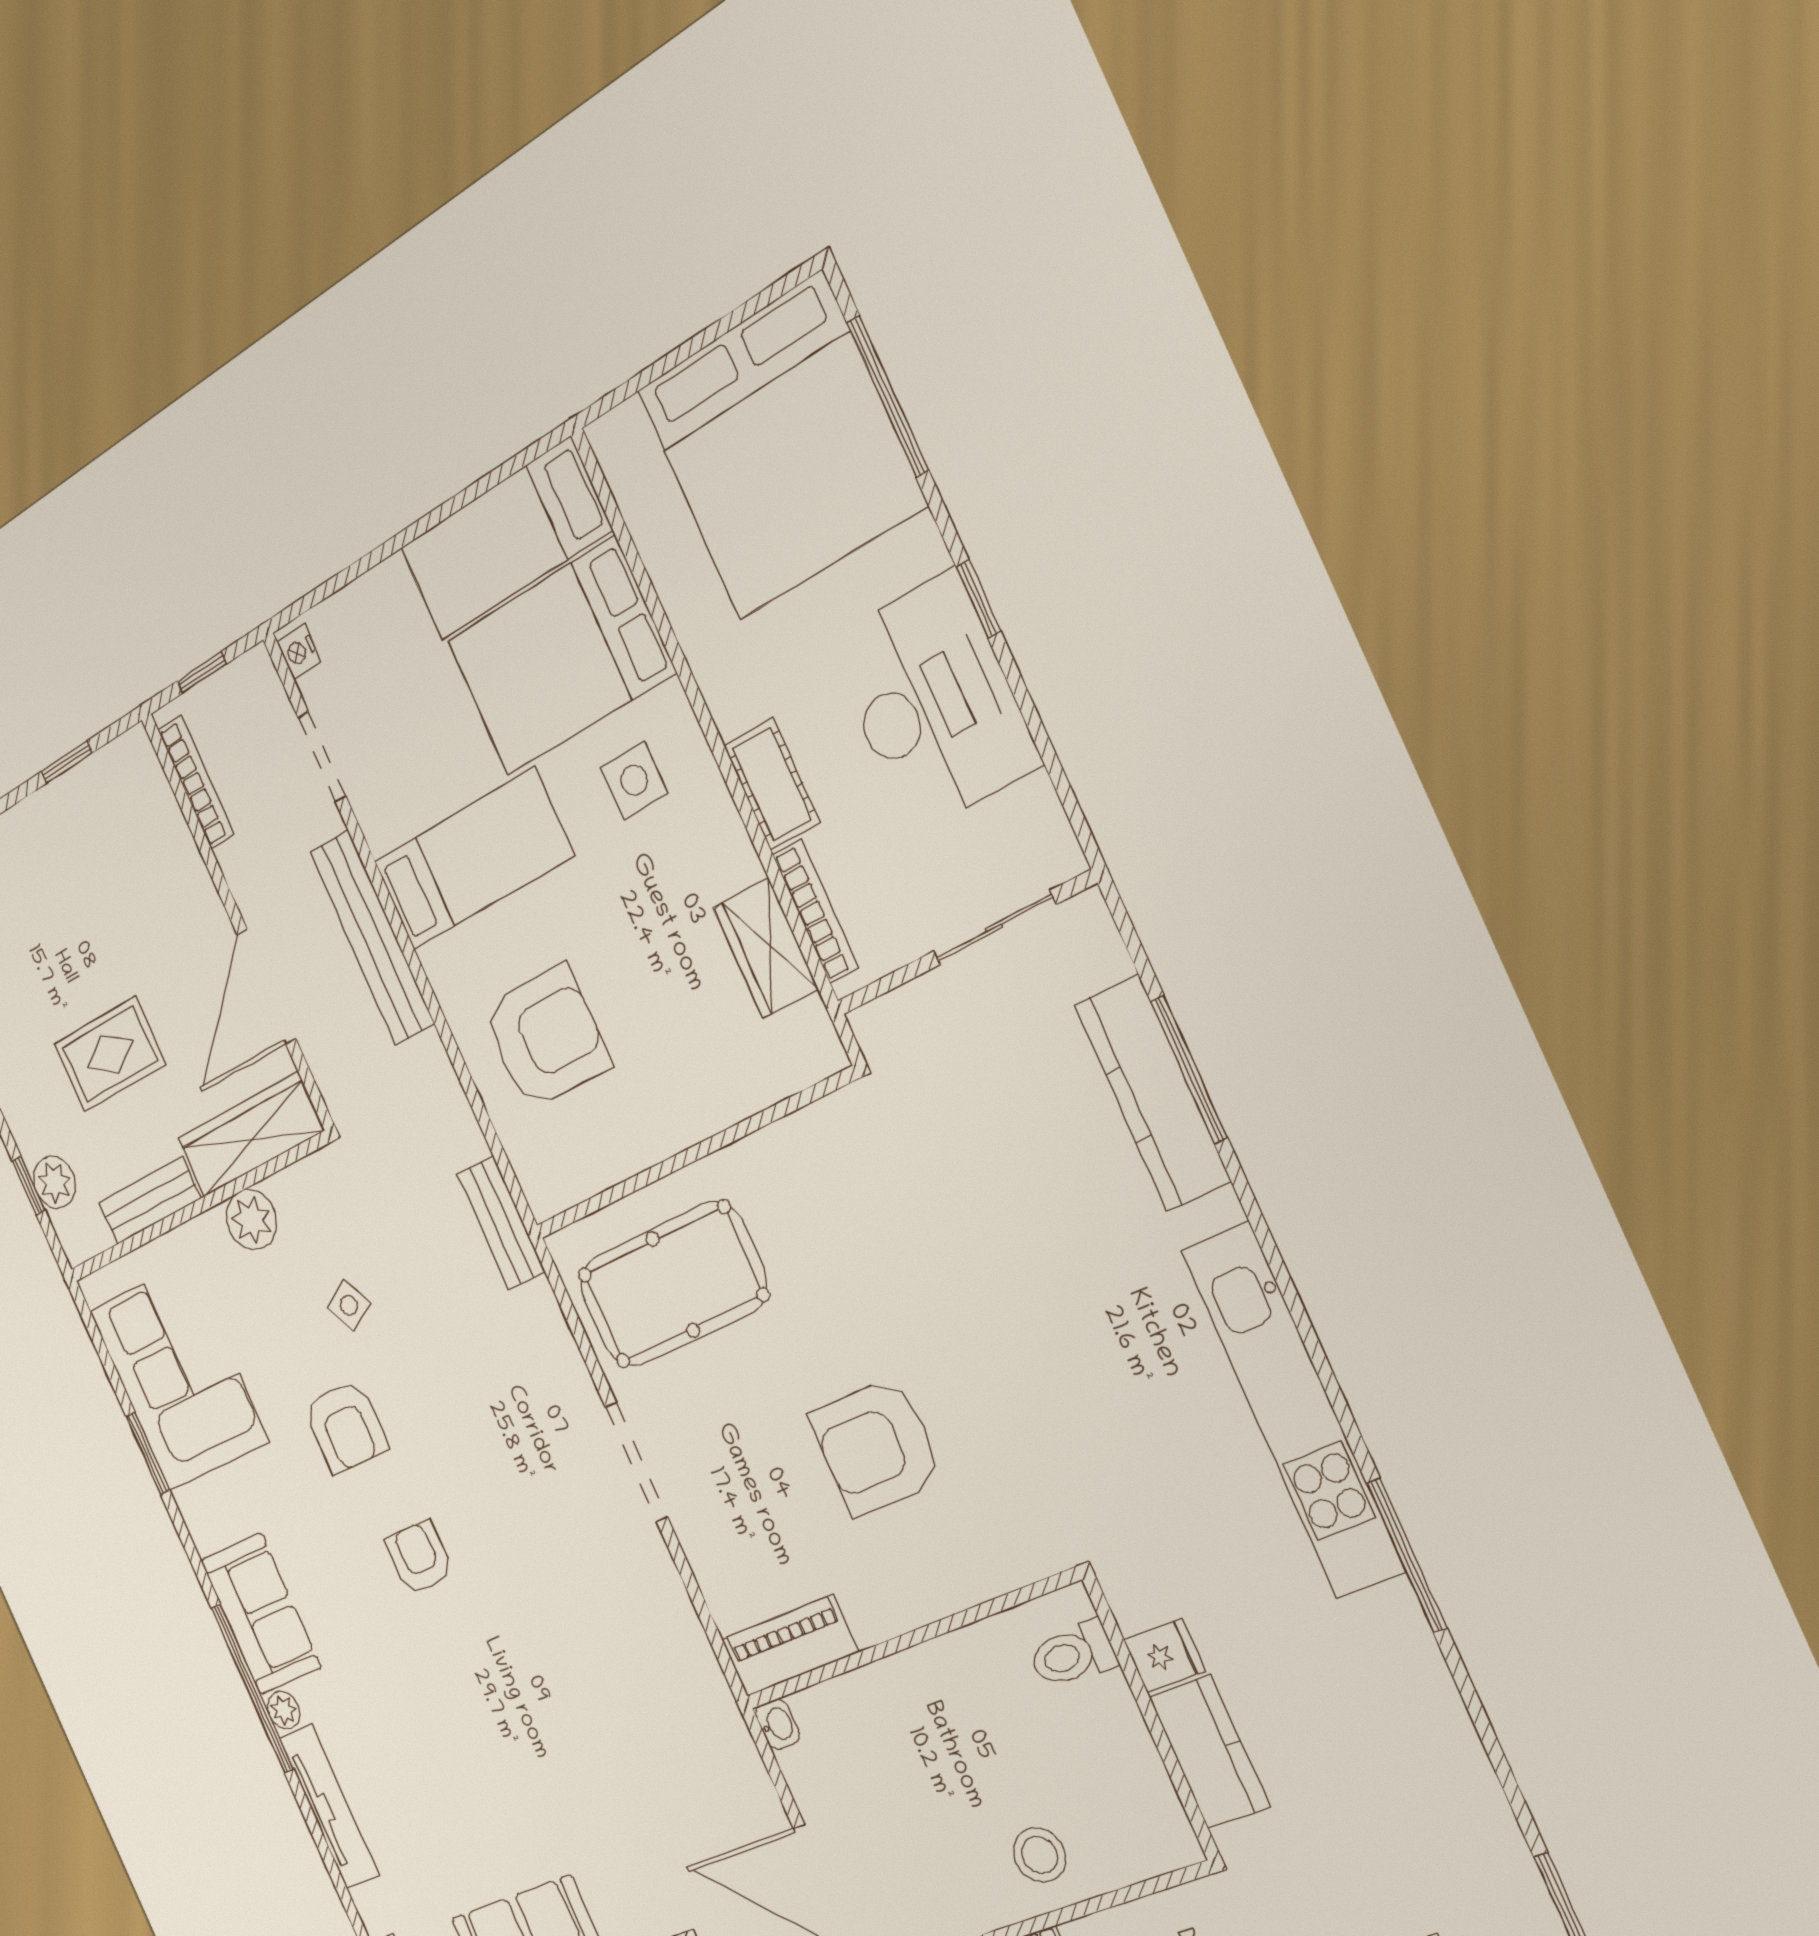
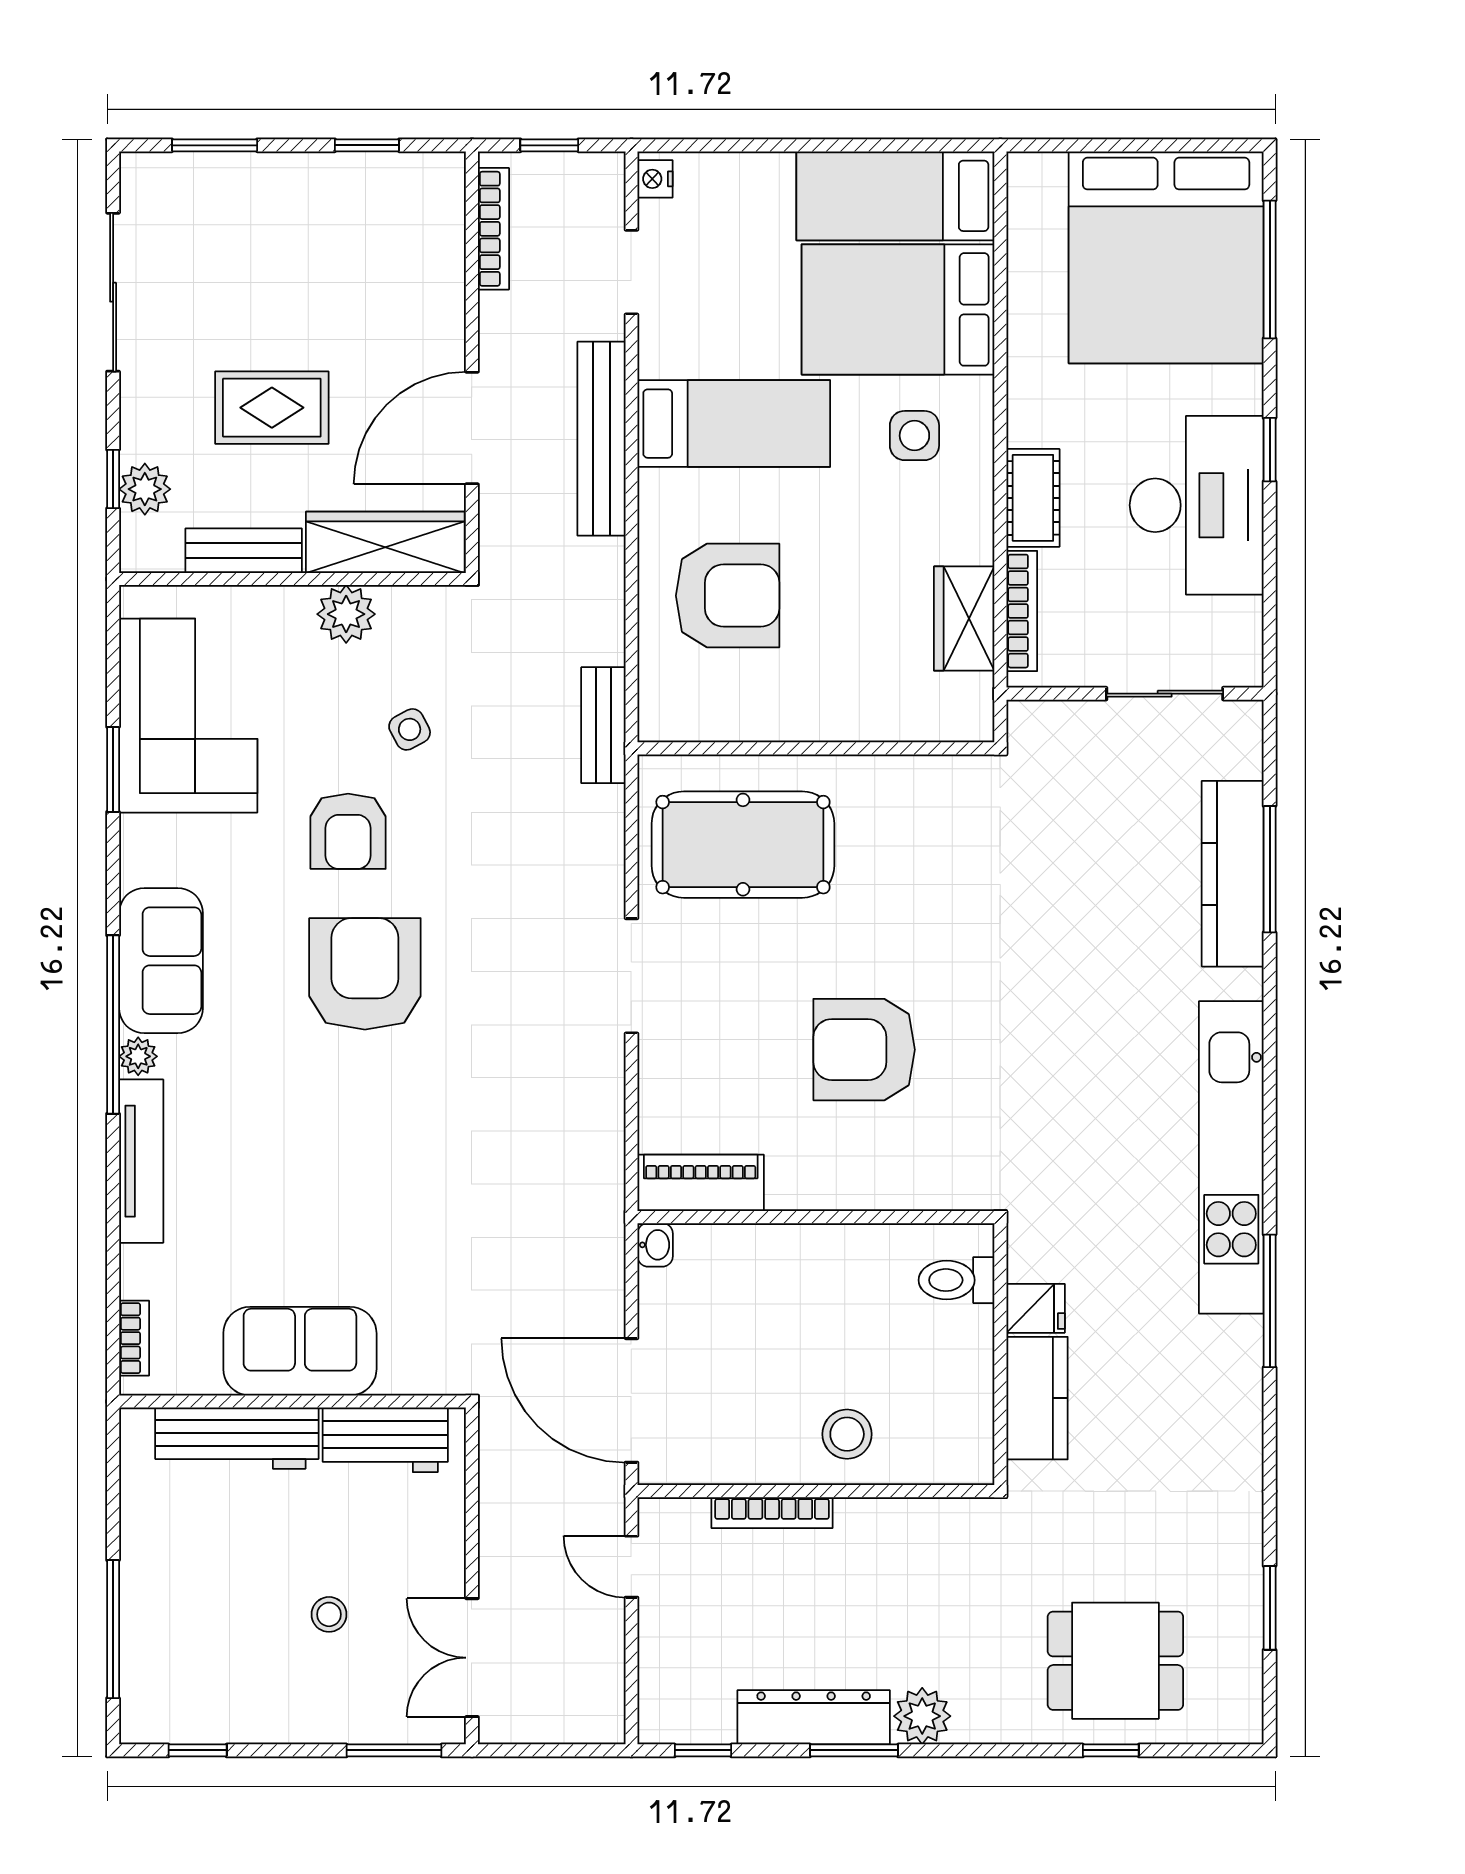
armchair: (419, 1557) -> (365, 974), width x1.88, depth x1.88

